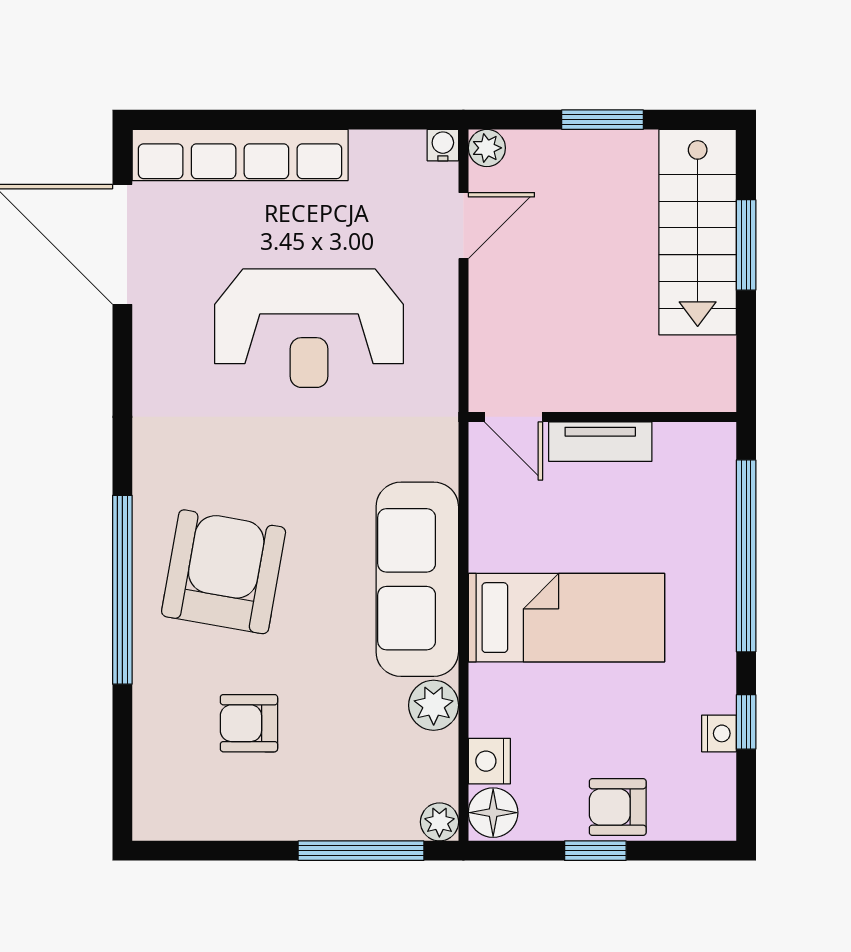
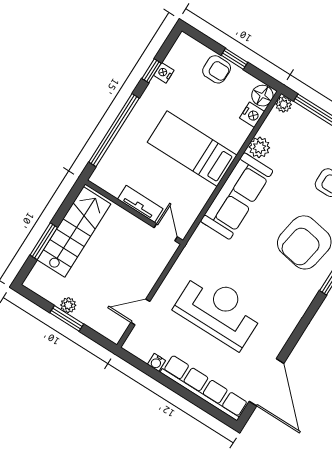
water cooler: (443, 145) -> (156, 362), moved
plant: (487, 148) -> (68, 305), moved
stairs: (698, 232) -> (74, 232), moved

